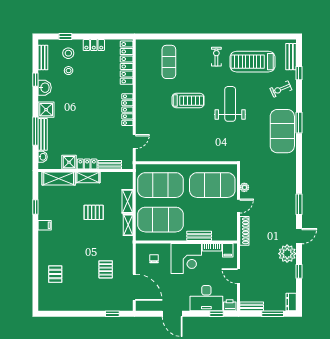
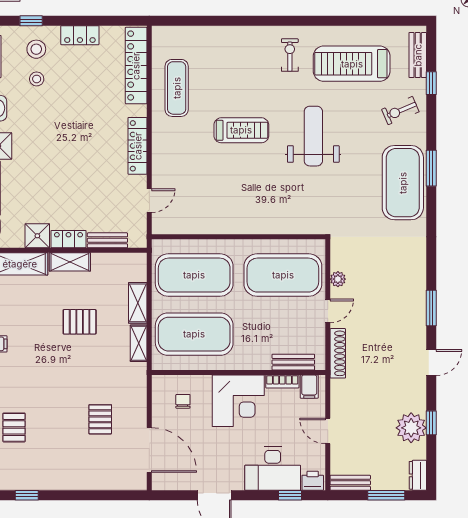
exercise mat: (169, 62) -> (177, 88), moved
bench: (199, 236) -> (293, 362), moved
plant: (287, 254) -> (411, 428), moved
window: (112, 314) -> (27, 495), moved

